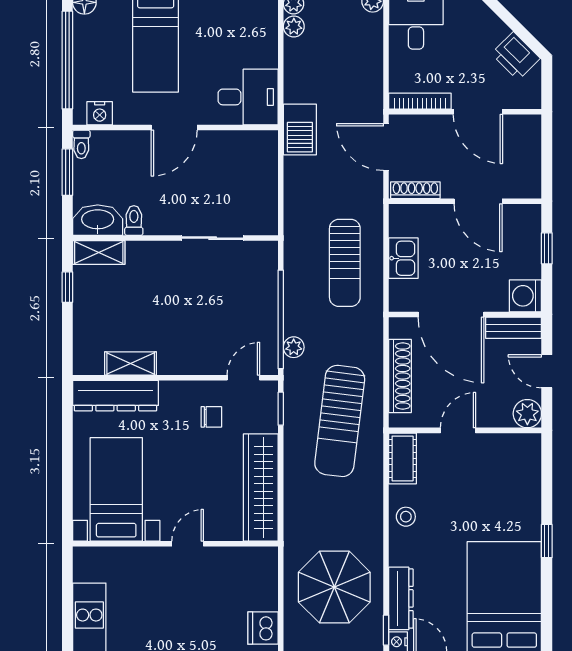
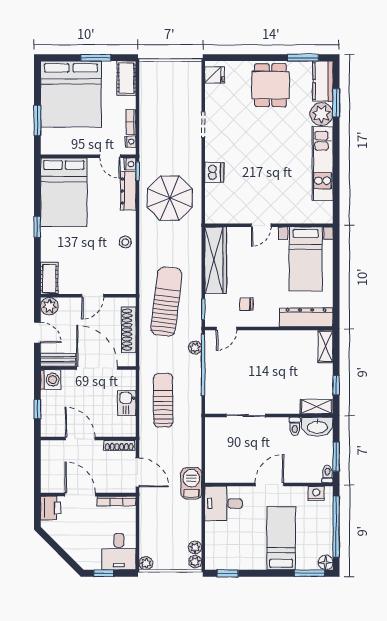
printer: (516, 56) -> (50, 508), moved, turned 45
shelving: (131, 363) -> (326, 346), moved, turned 90
cot: (403, 458) -> (49, 278), moved

